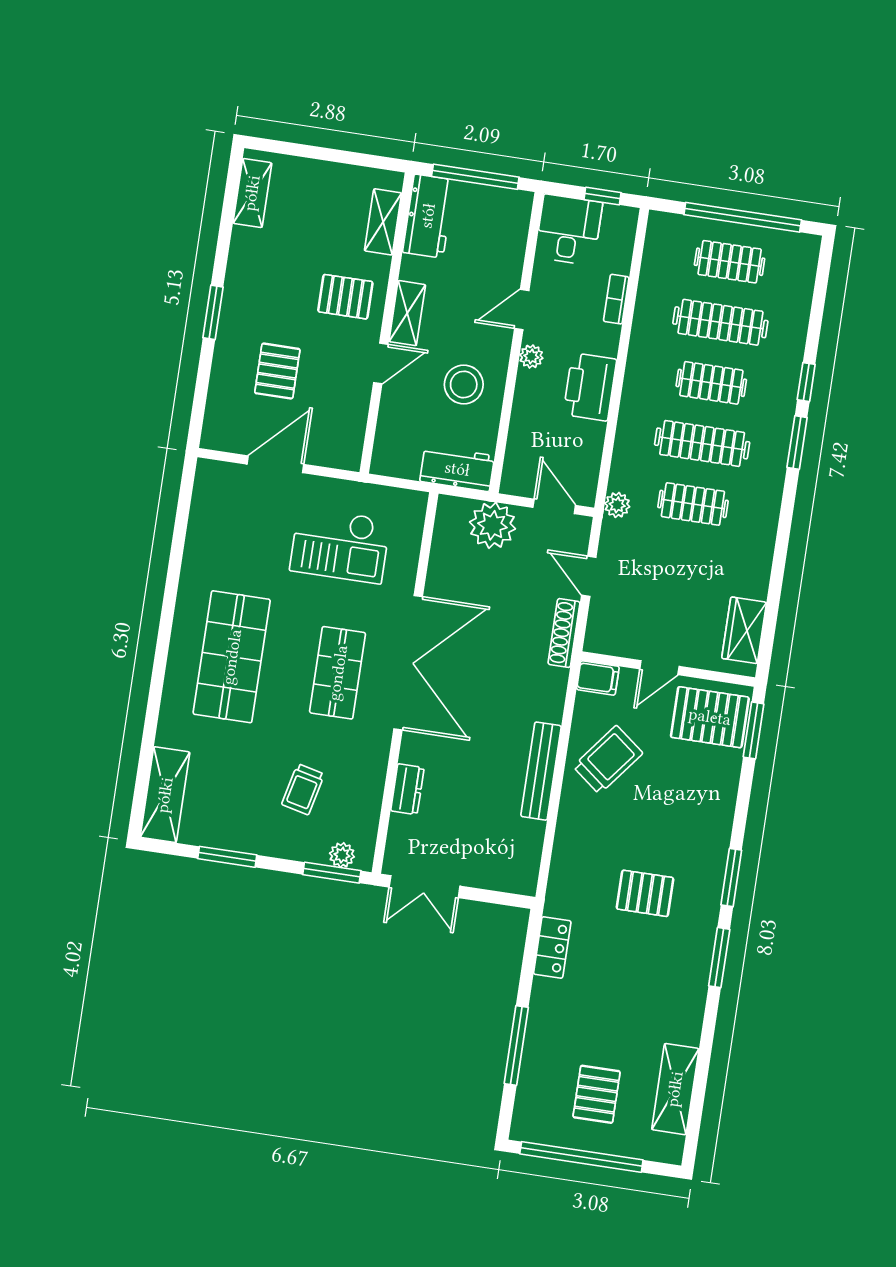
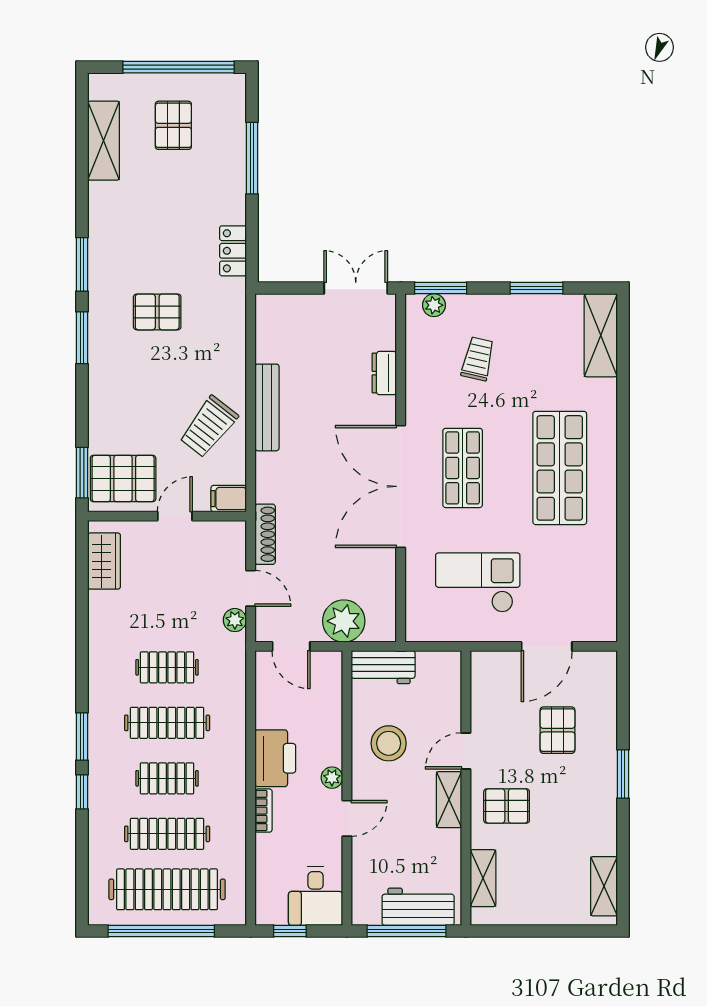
workbench: (428, 216) -> (418, 907), moved, turned 90
clothes rail: (730, 262) -> (167, 889), width x1.86, depth x1.31
bookcase: (616, 299) -> (263, 811), moved
plant: (617, 505) -> (235, 620), moved

